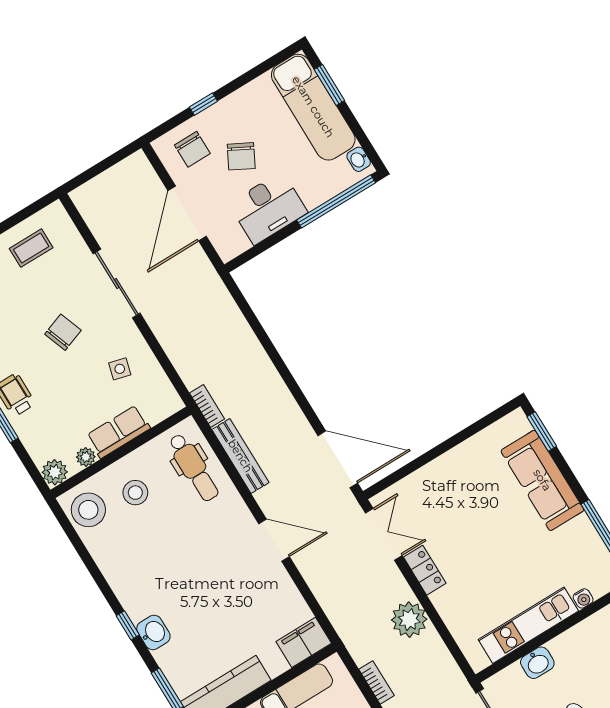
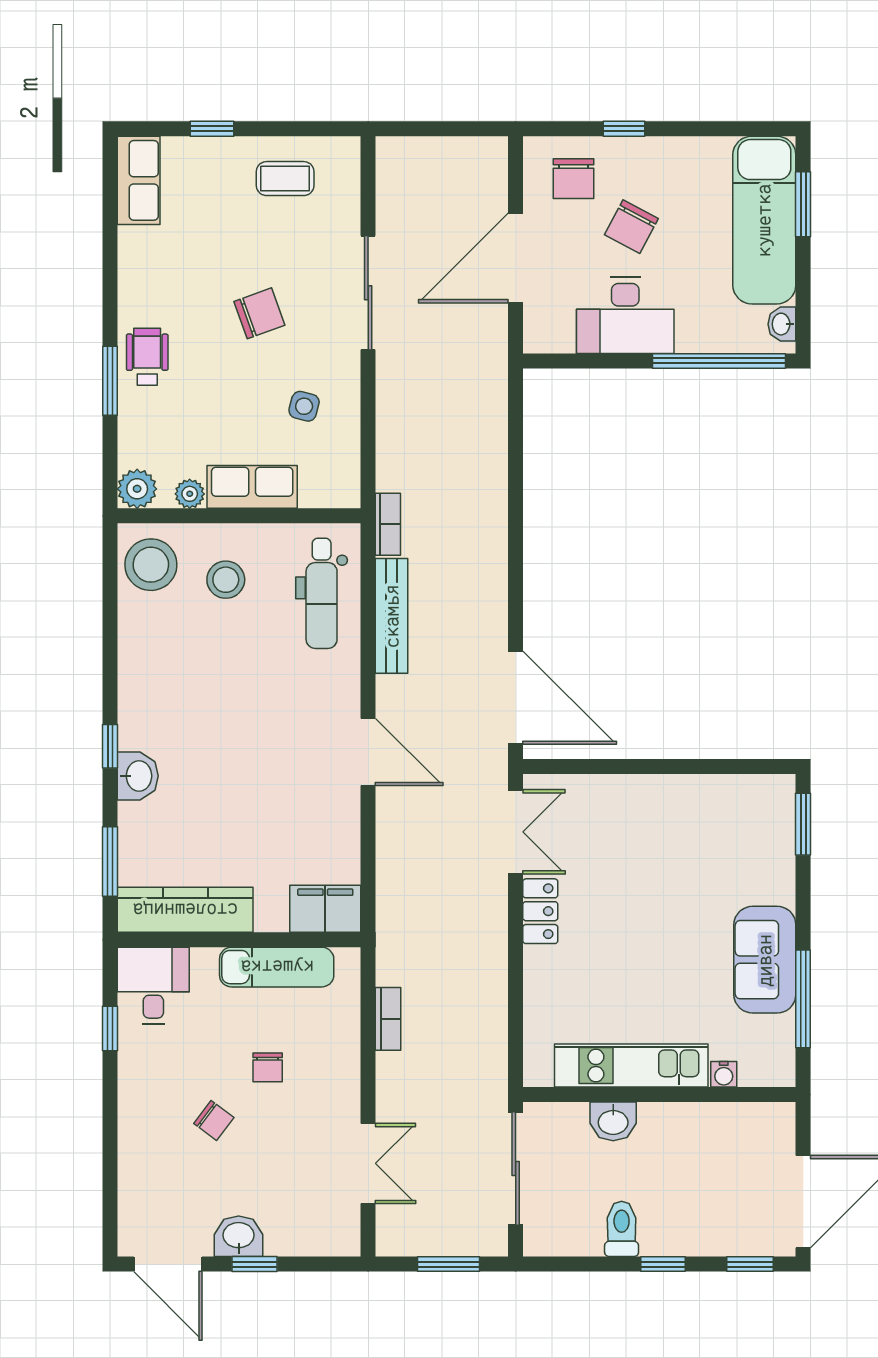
sofa: (542, 480) -> (765, 960), moved, width x0.73
plant: (409, 620) -> (481, 963), removed

